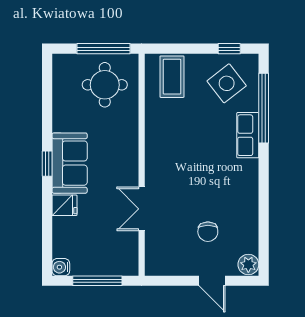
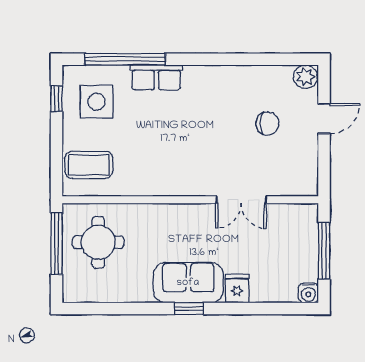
side table: (227, 83) -> (97, 102), turned 38

